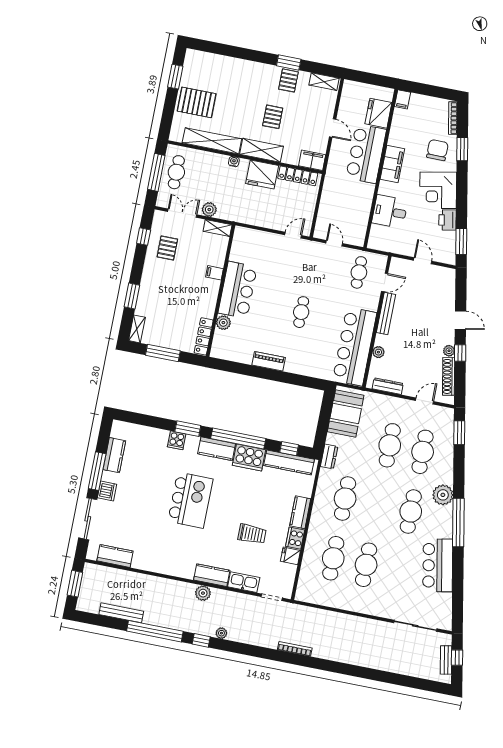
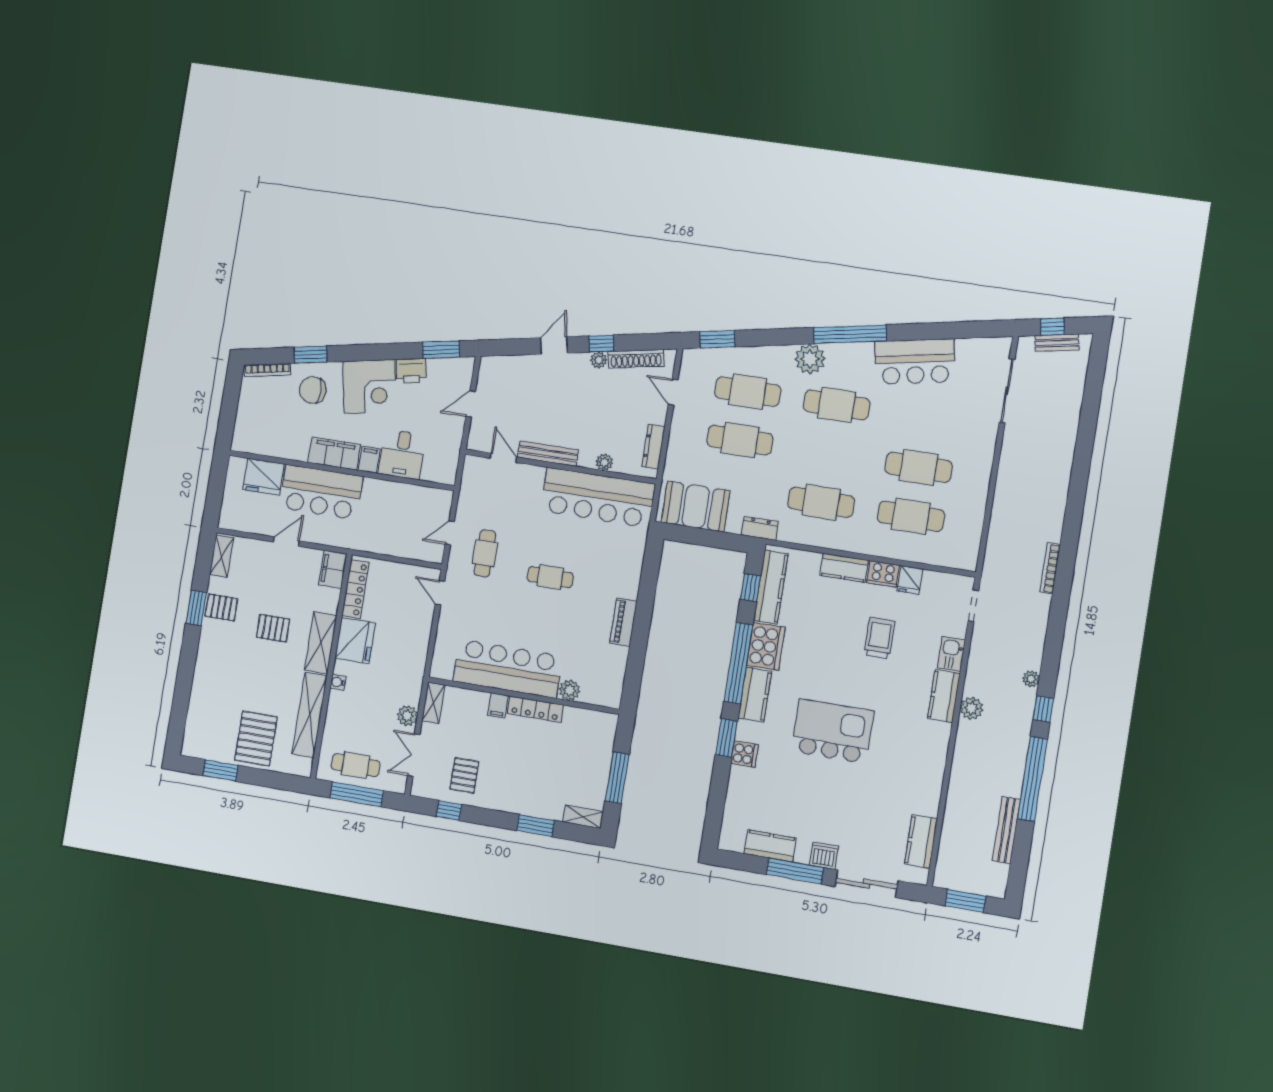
filing cabinet: (403, 99) -> (369, 460), moved, turned -90
pallet: (167, 248) -> (464, 775), turned 90
cafe table: (359, 272) -> (485, 553), moved, turned 90
bar counter: (238, 290) -> (508, 669), width x1.36
locker: (204, 336) -> (535, 709), moved
kitchen sink: (244, 582) -> (951, 654), width x0.73

